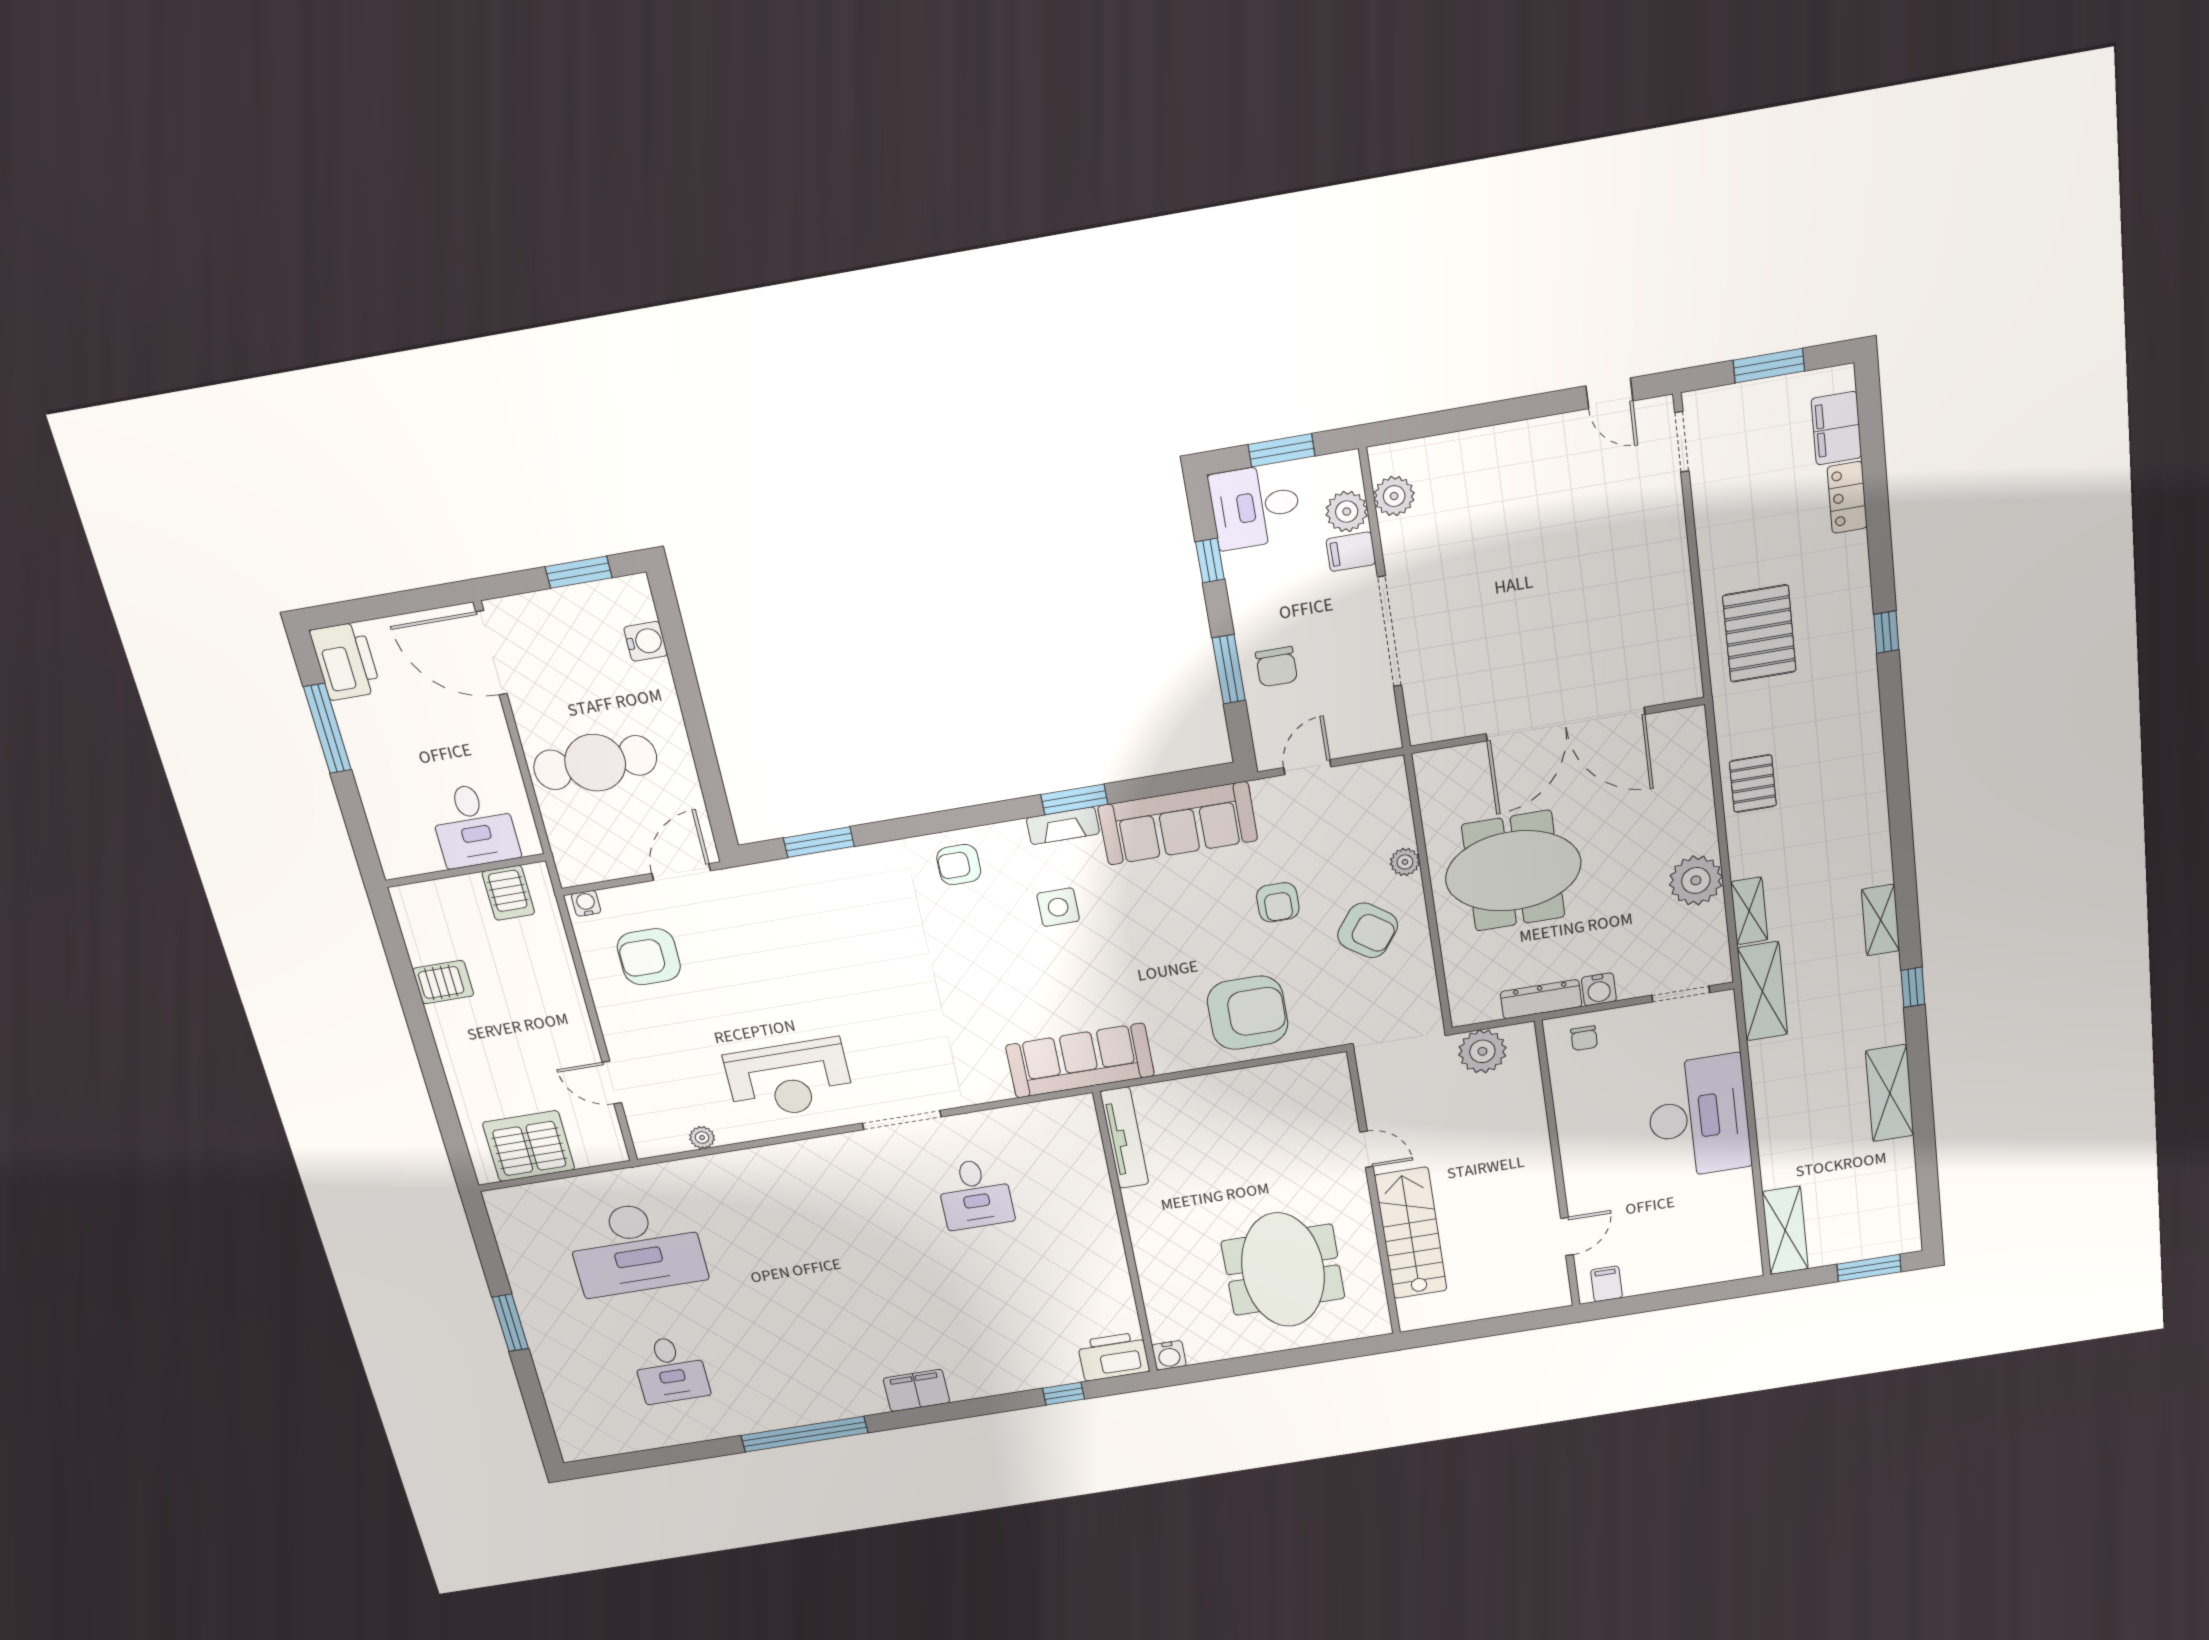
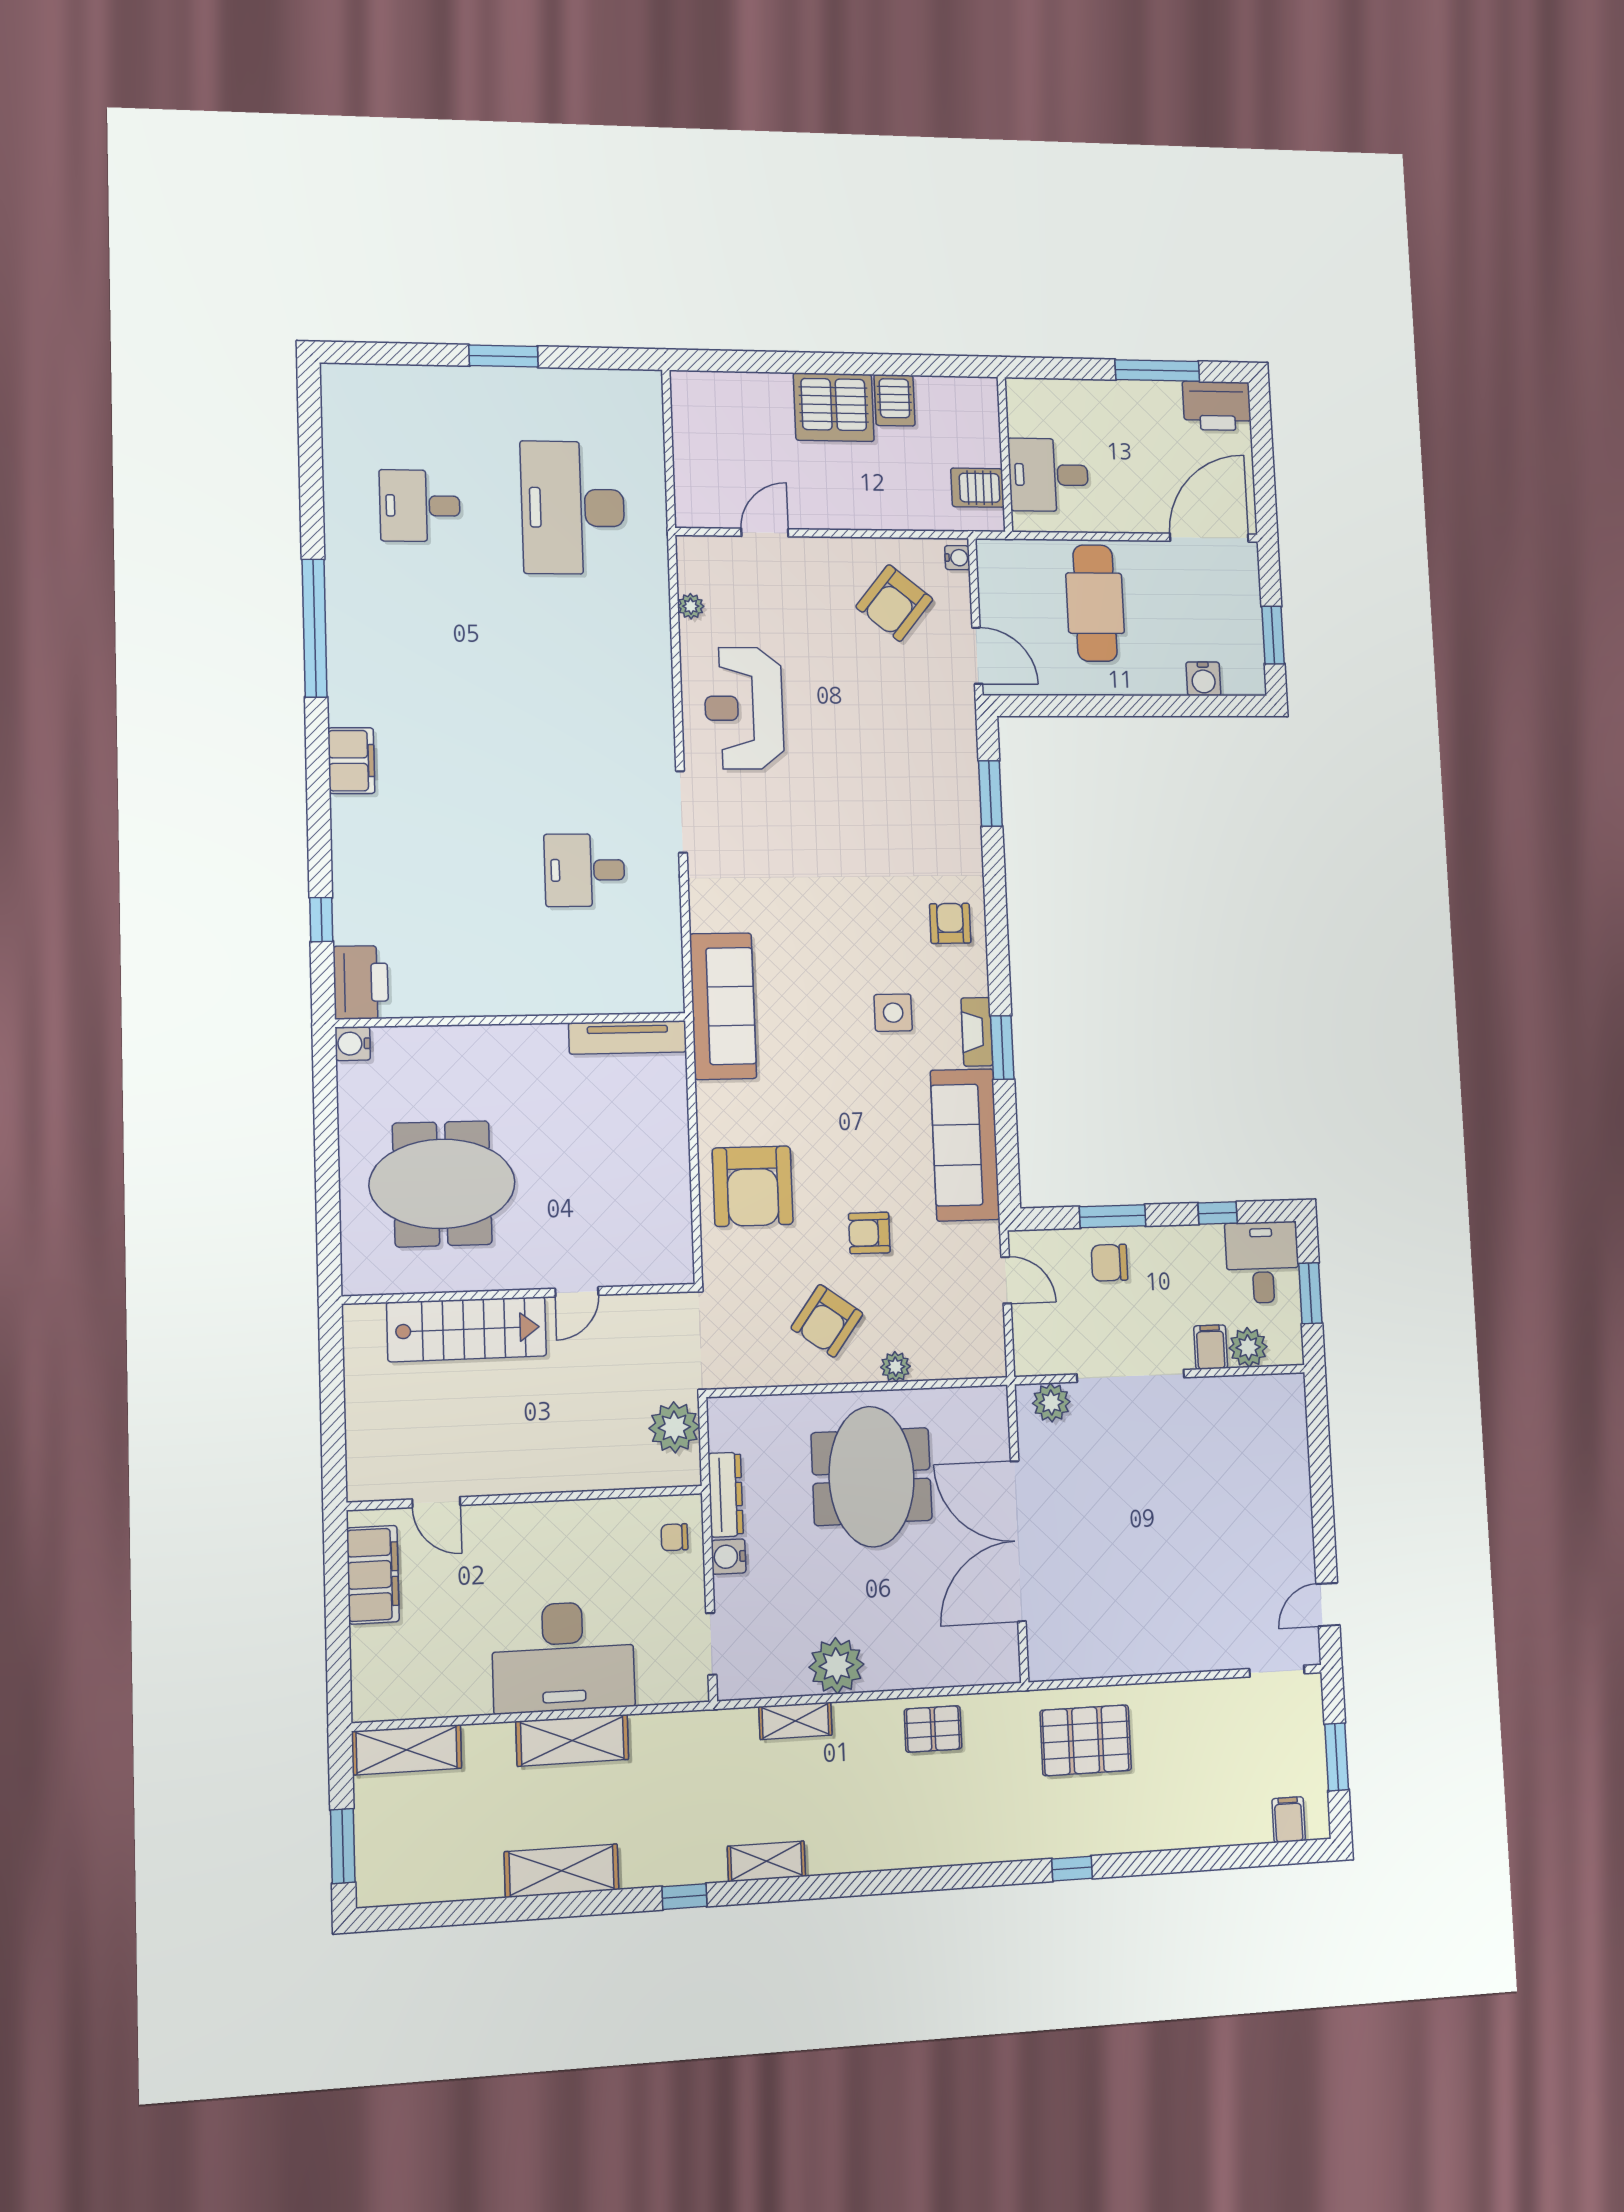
filing cabinet: (1836, 428) -> (1289, 1820), width x0.50
plant: (1394, 496) -> (1051, 1403), moved
locker: (1847, 497) -> (1208, 1830), removed
armchair: (649, 957) -> (894, 603), turned -141
shelving: (1763, 991) -> (572, 1740), moved
server rack: (529, 1146) -> (834, 407), moved, turned 90
filing cabinet: (1606, 1284) -> (373, 1575), width x3.00, depth x1.17

